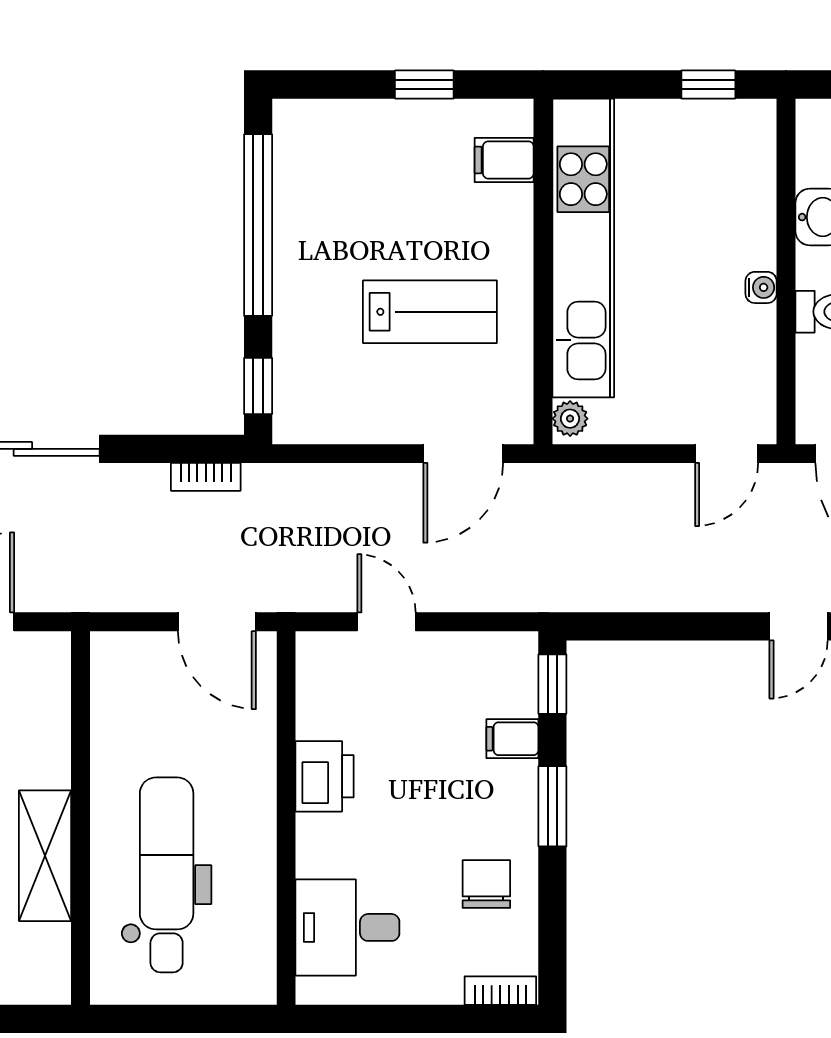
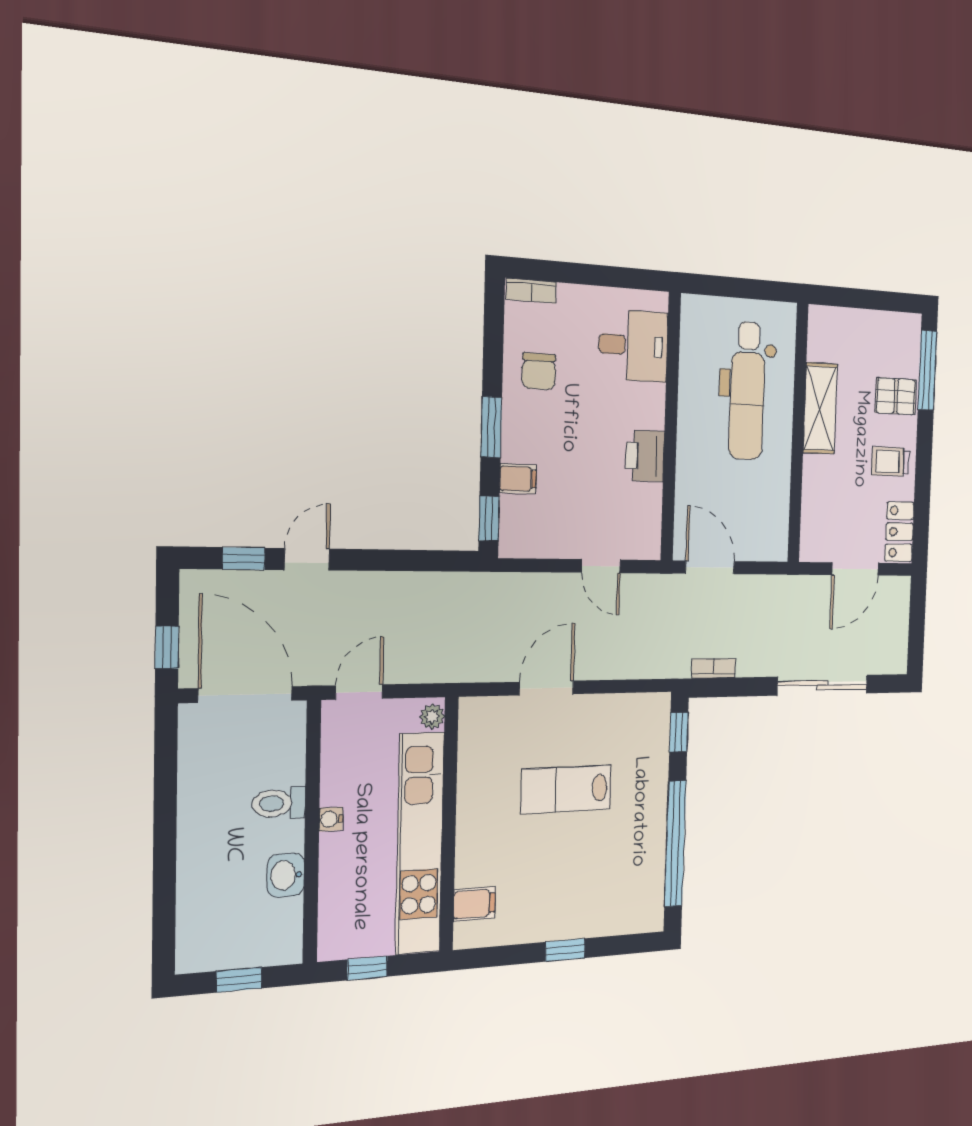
filing cabinet: (504, 160) -> (474, 904), moved
kitchen unit: (583, 248) -> (420, 843), moved
wall: (543, 271) -> (449, 825), moved
plant: (570, 419) -> (432, 717), moved

